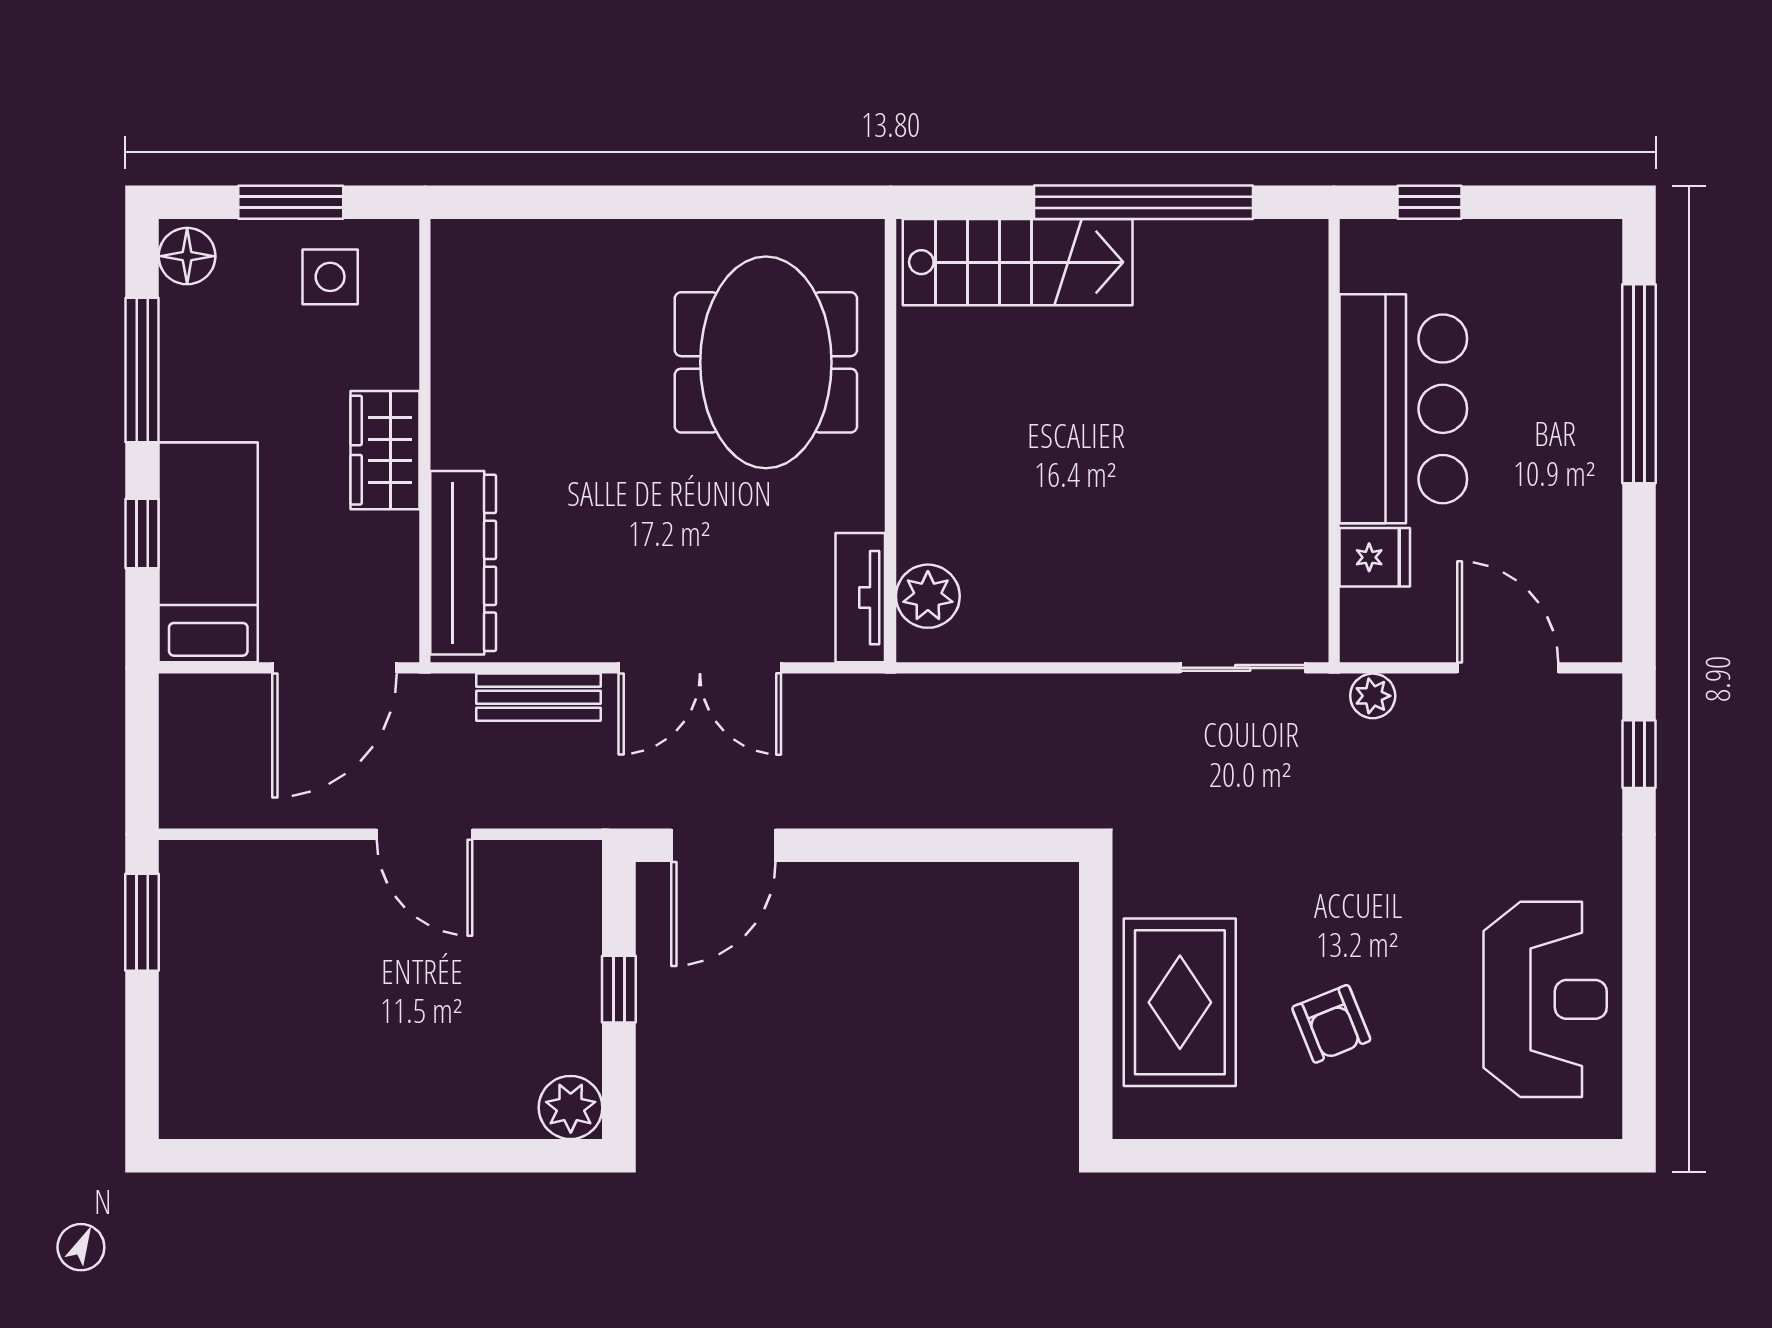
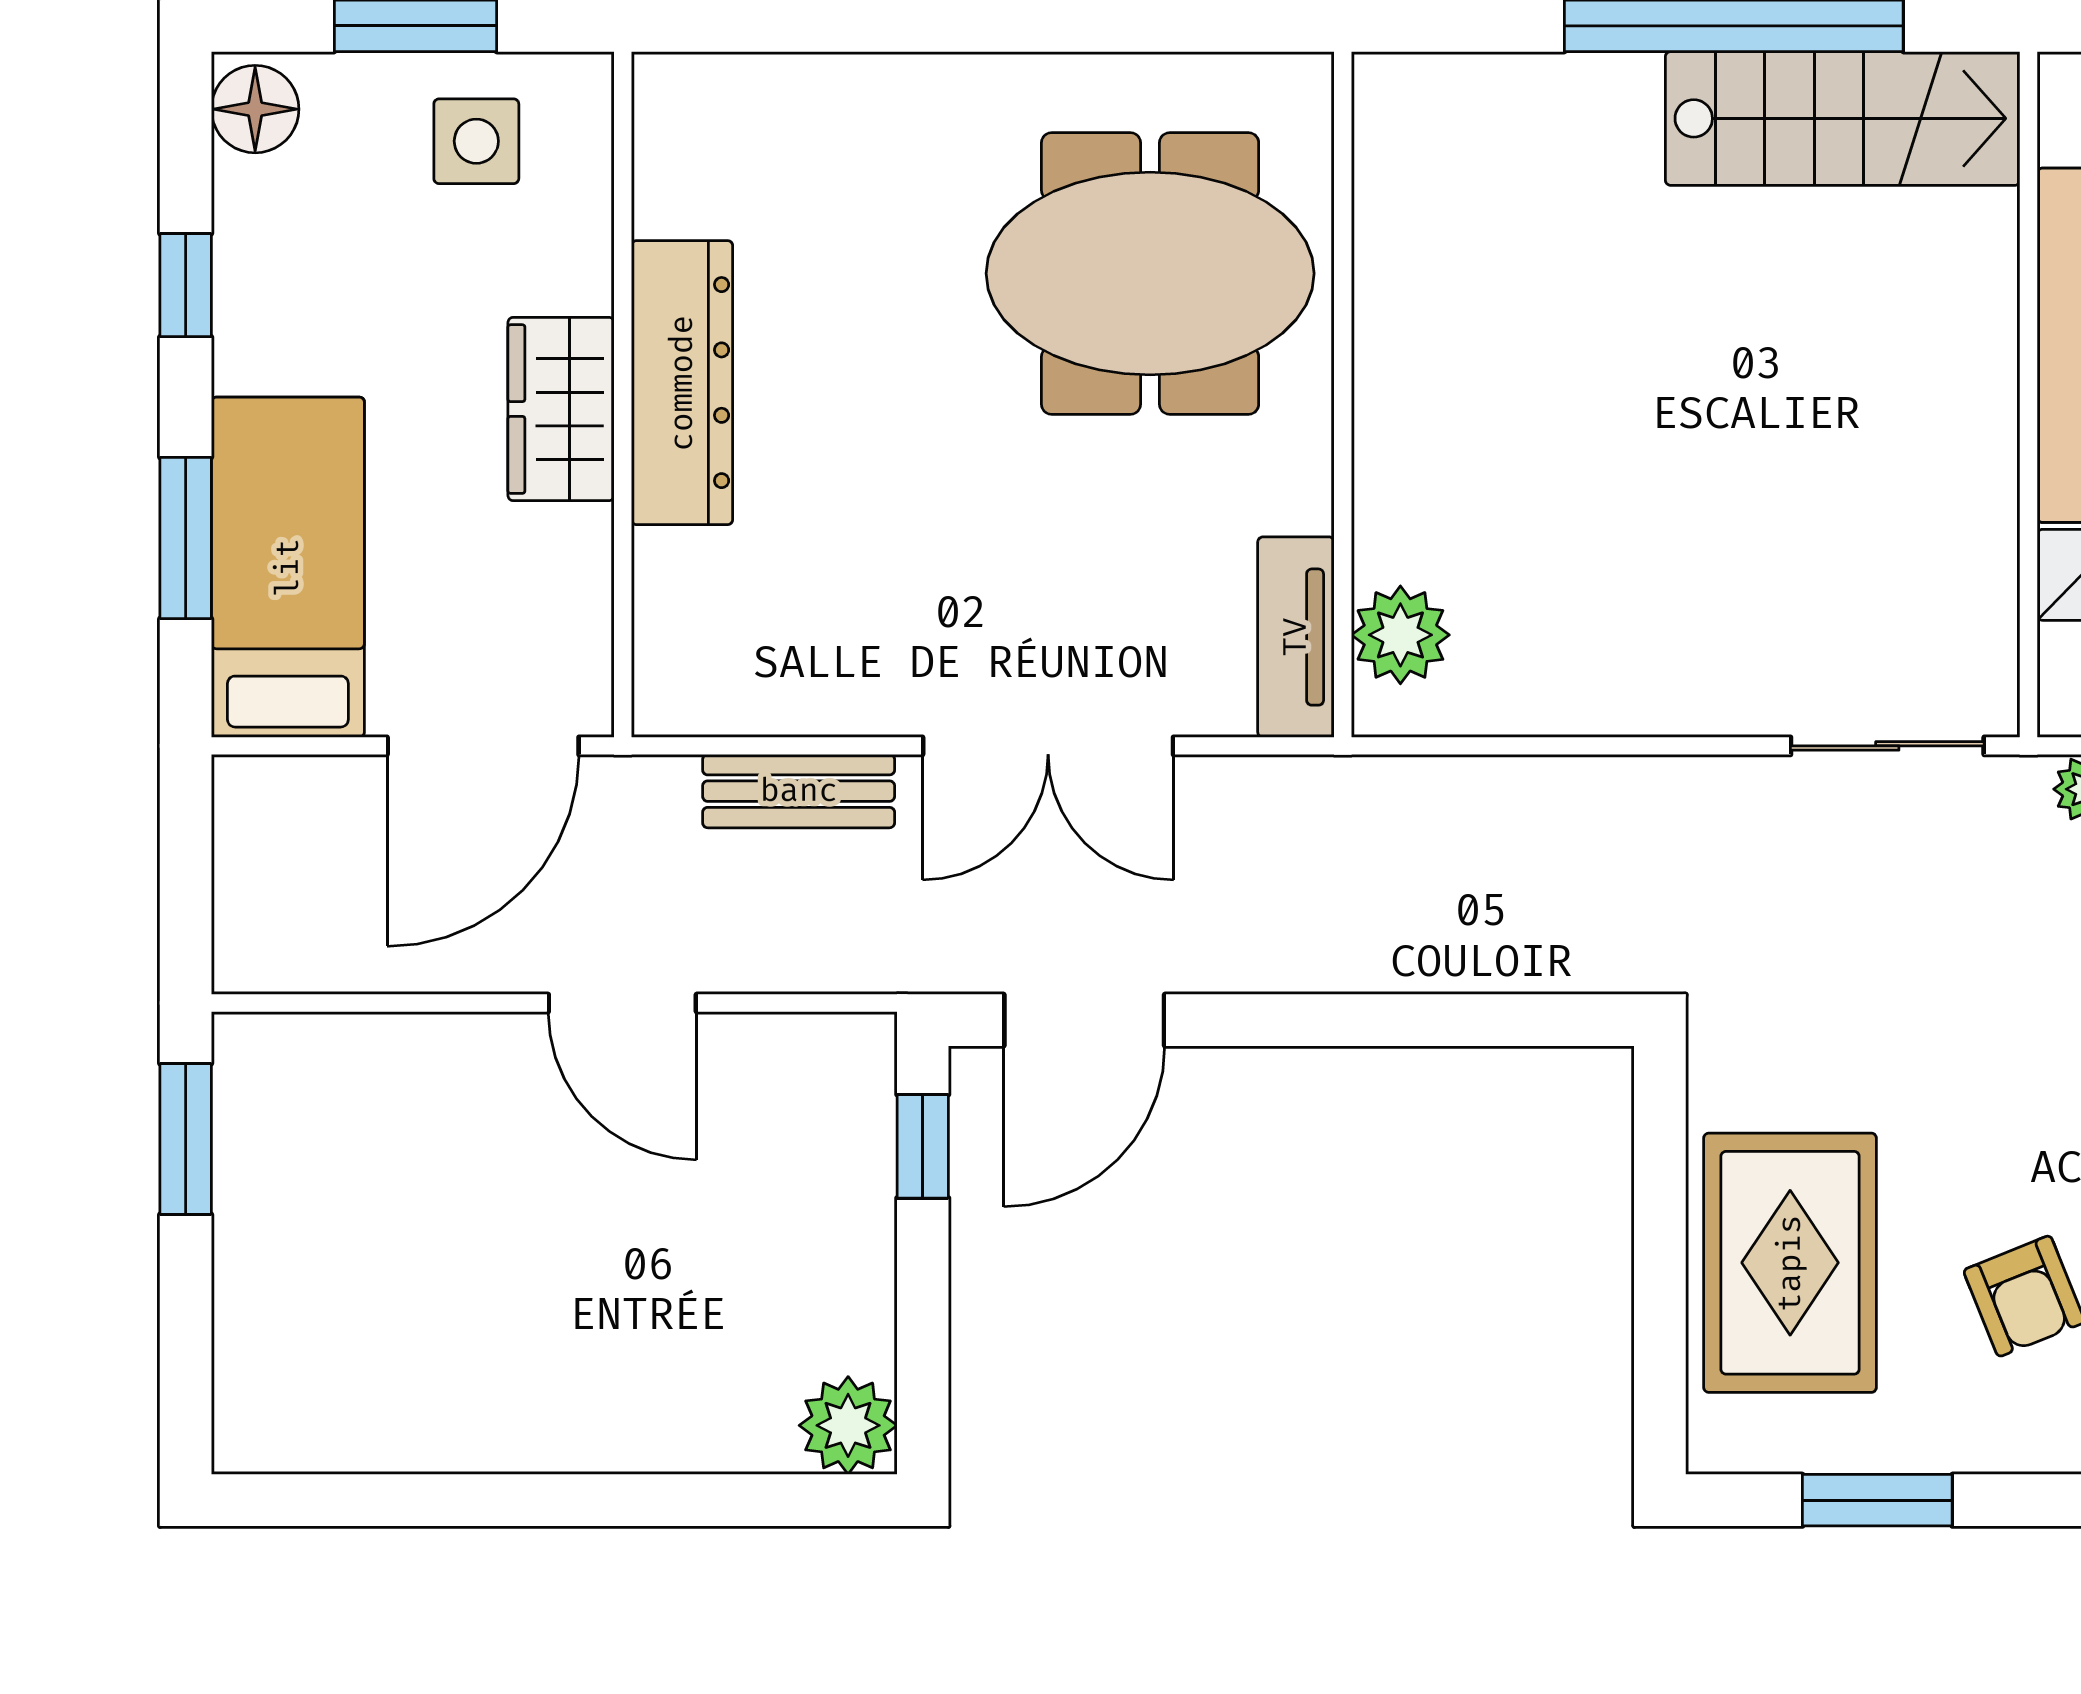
stairs: (1018, 262) -> (1843, 118), moved
meeting table: (766, 362) -> (1150, 273), turned 90
window: (142, 370) -> (186, 285), width x0.46
window: (142, 534) -> (186, 538), width x1.50
dresser: (463, 563) -> (682, 383), moved
window: (619, 989) -> (923, 1146), moved
window: (1236, 1156) -> (1877, 1500), added

